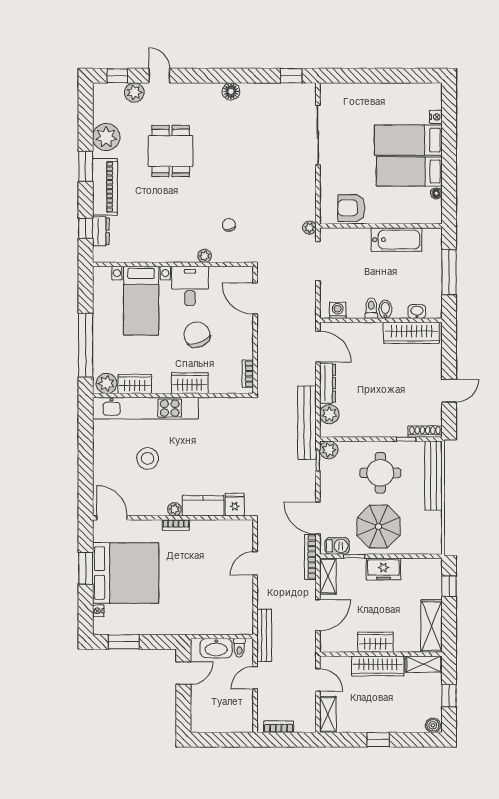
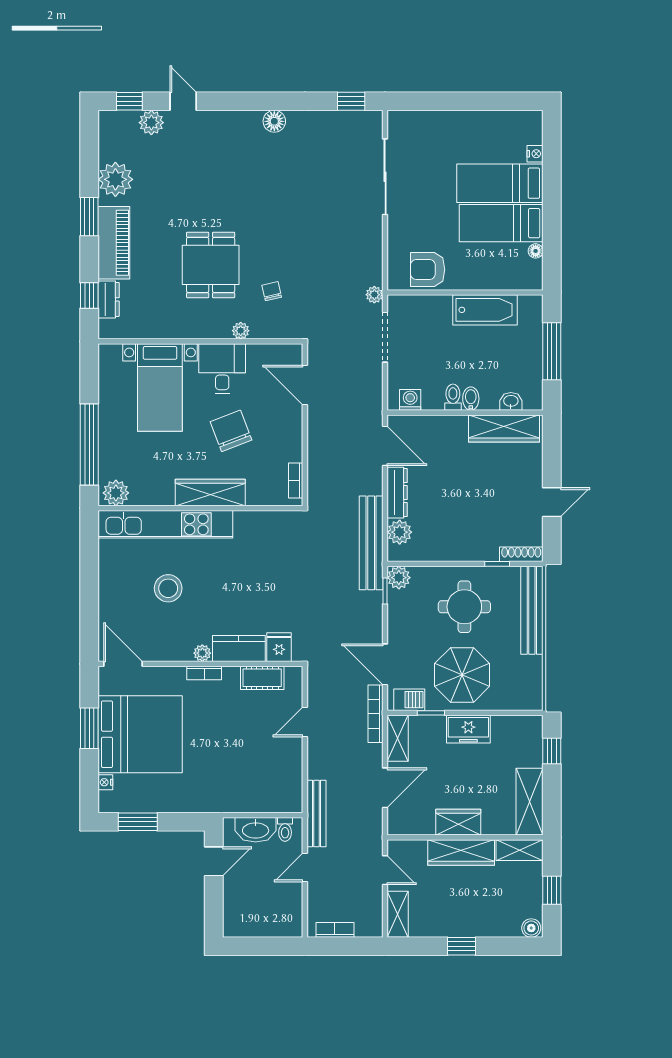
dining table: (171, 151) -> (211, 265), moved
wardrobe: (190, 383) -> (210, 493), width x1.50
wardrobe: (135, 384) -> (152, 494), removed
cot: (221, 529) -> (262, 678), added

